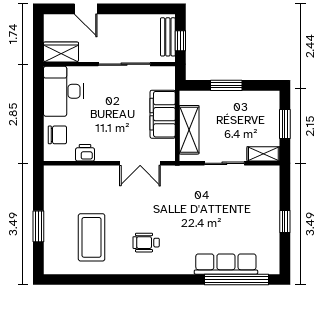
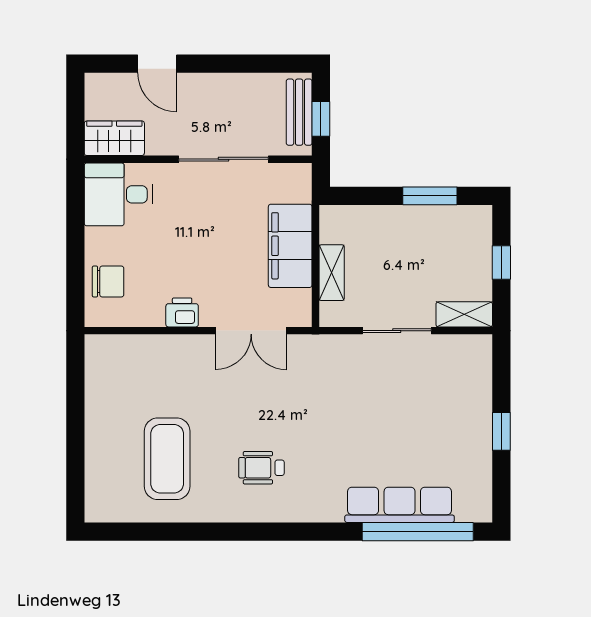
window: (226, 85) -> (430, 196), moved
desk: (63, 91) -> (118, 194), width x0.73
window: (285, 124) -> (501, 263), width x0.67
shelving: (189, 130) -> (332, 273), width x0.67, depth x0.75
printer: (85, 153) -> (182, 312), moved
window: (38, 226) -> (75, 440), removed

